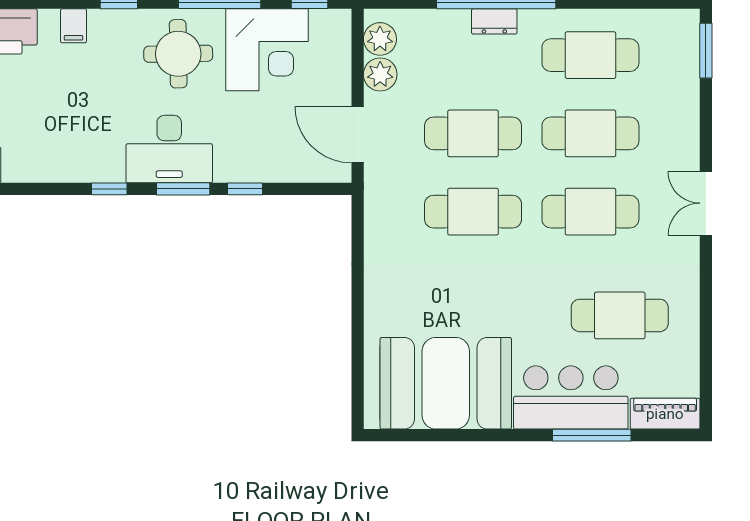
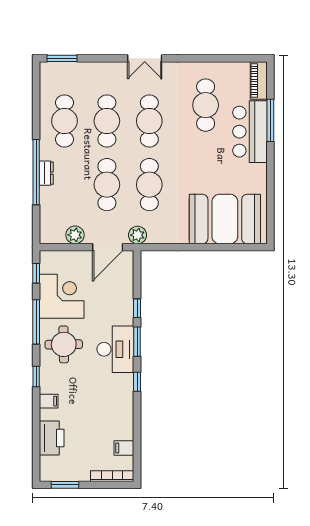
plant: (380, 39) -> (137, 235), moved
booth: (446, 383) -> (225, 219), moved, turned 90

